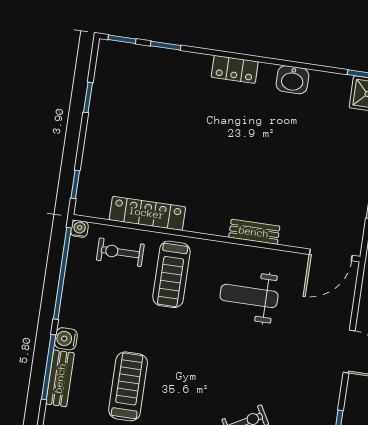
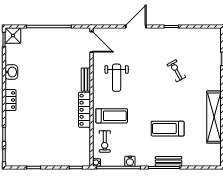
locker: (147, 213) -> (84, 110), moved
water cooler: (66, 339) -> (130, 161), moved

